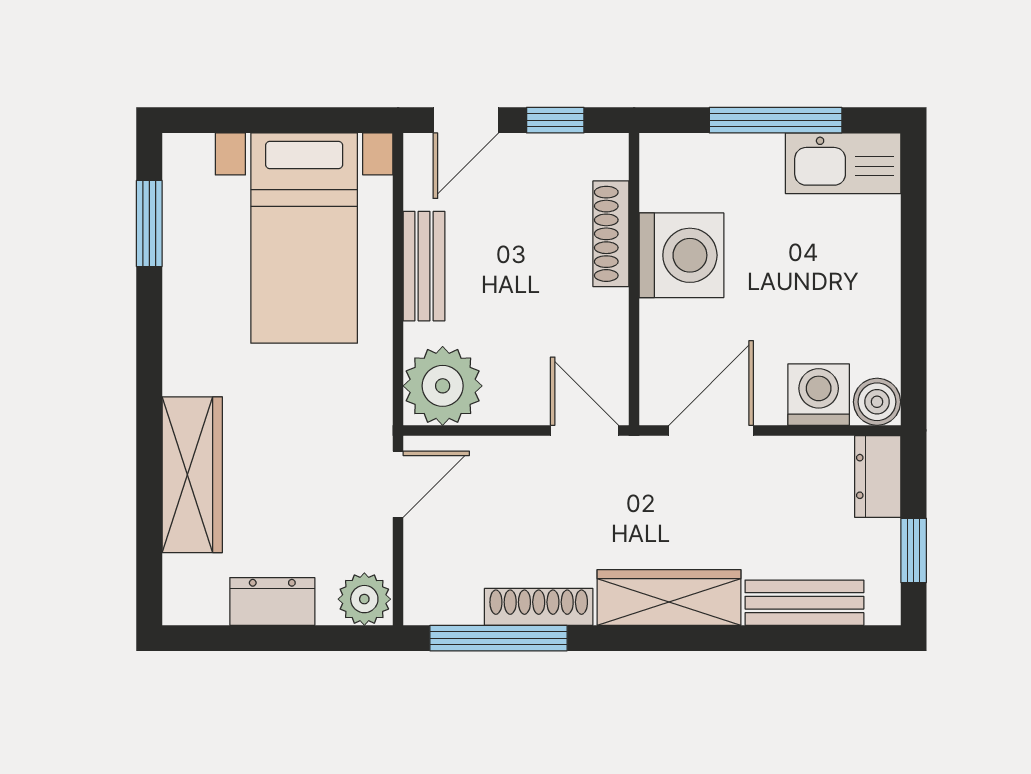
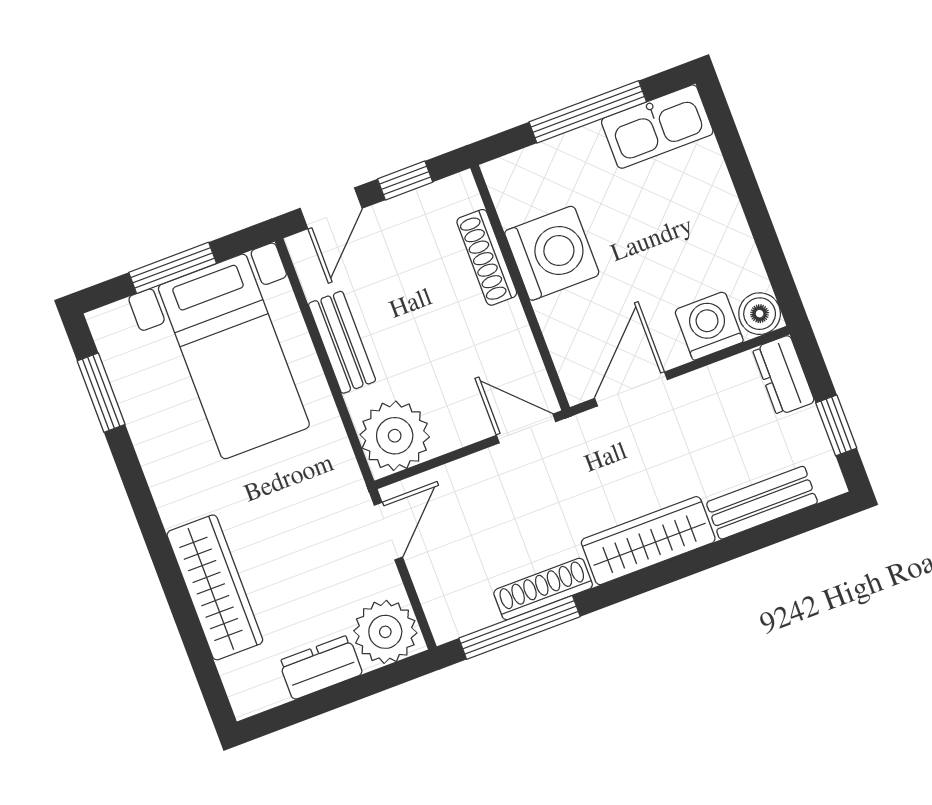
window: (274, 120) -> (173, 268), added
plant: (364, 599) -> (385, 632), width x1.36, depth x1.36

